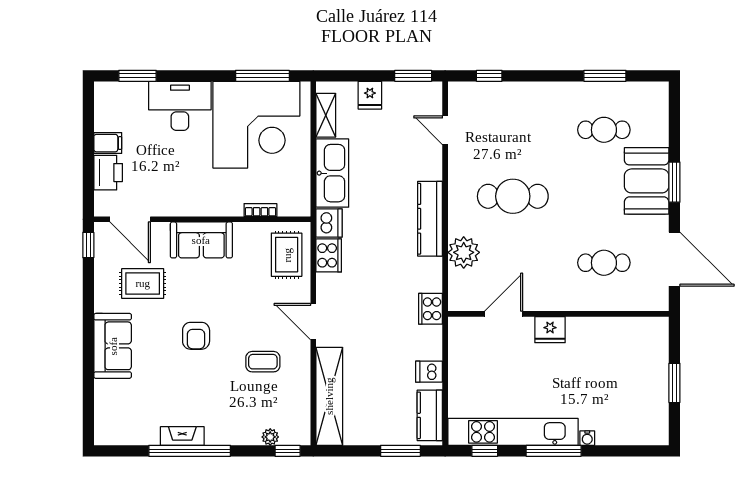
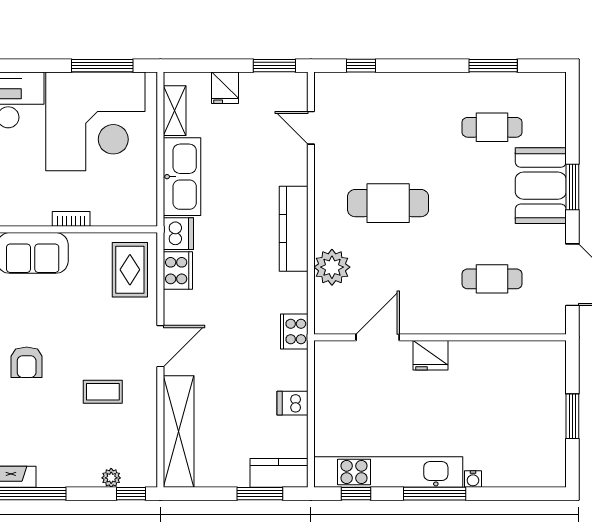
bookcase: (260, 210) -> (71, 219), moved
door: (313, 322) -> (160, 346), swing flipped
kitchen counter: (430, 415) -> (279, 473), moved, turned 90

